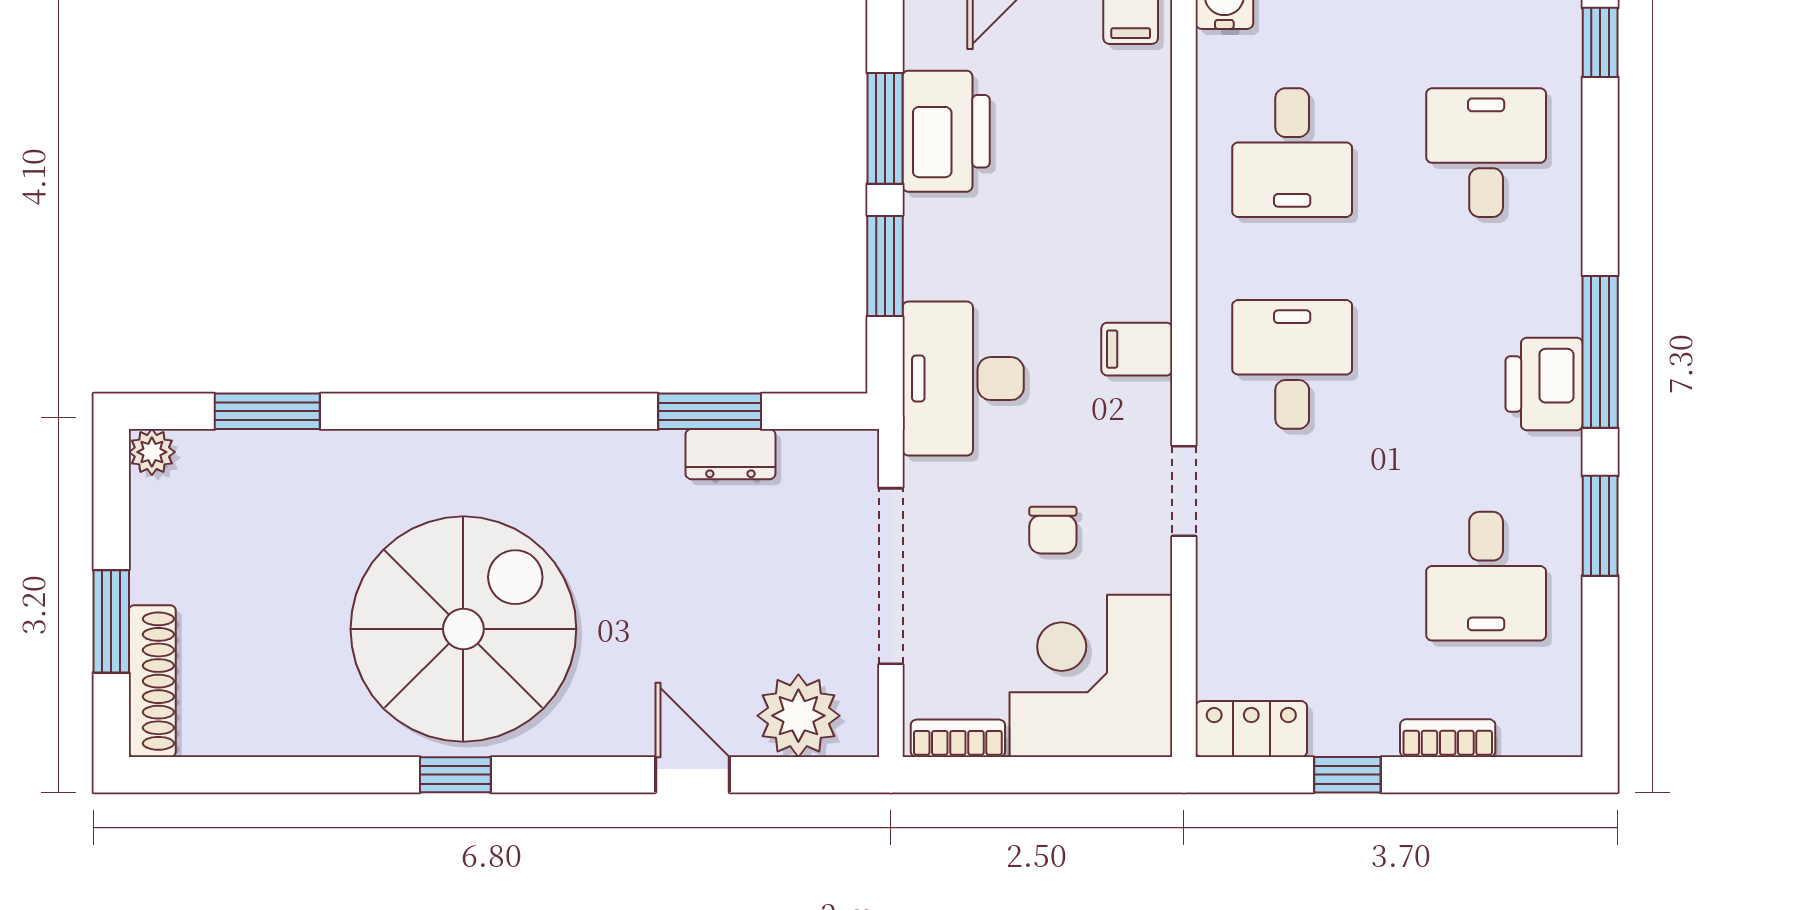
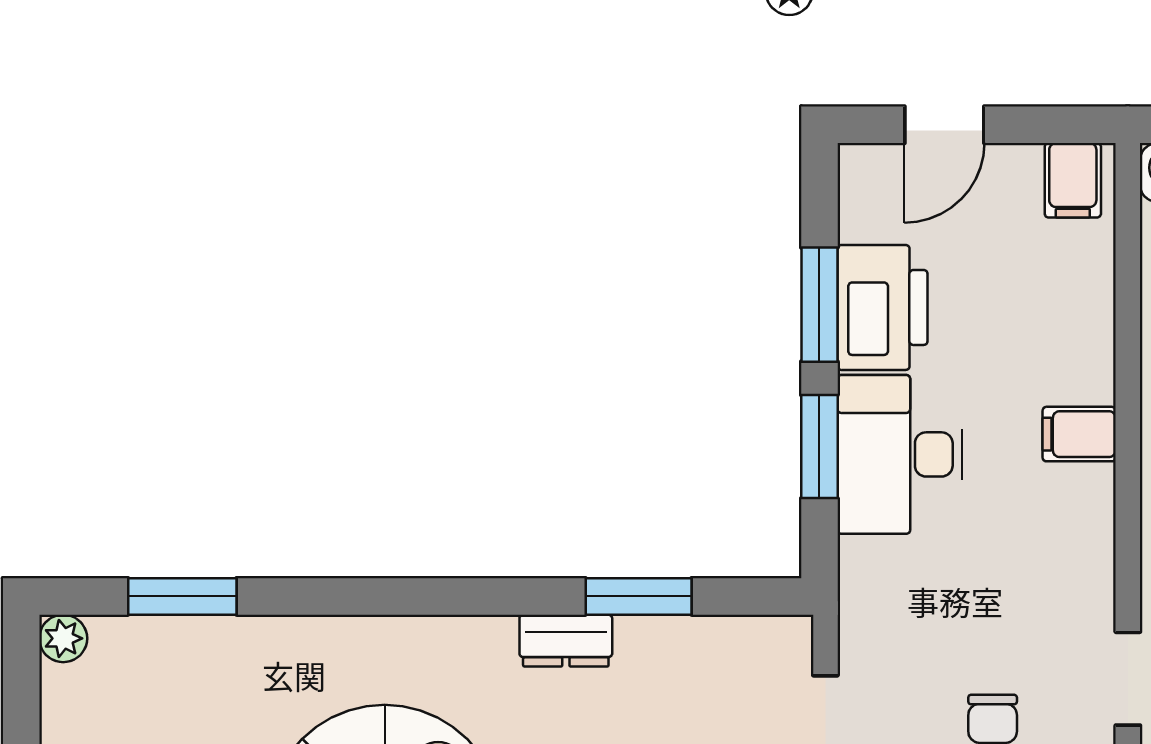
filing cabinet: (1137, 349) -> (1079, 434), moved
desk: (963, 379) -> (900, 454), moved
dresser: (730, 454) -> (566, 641), moved

